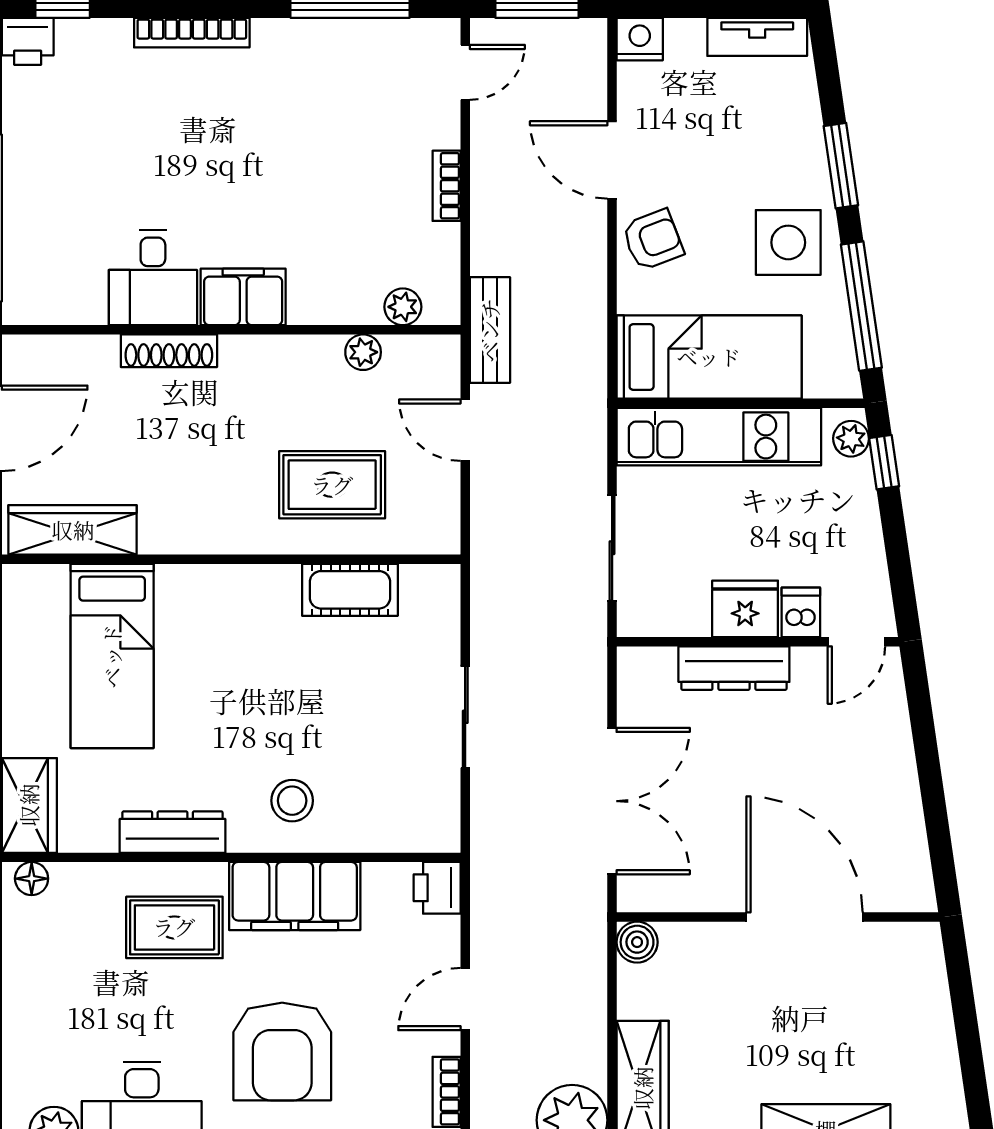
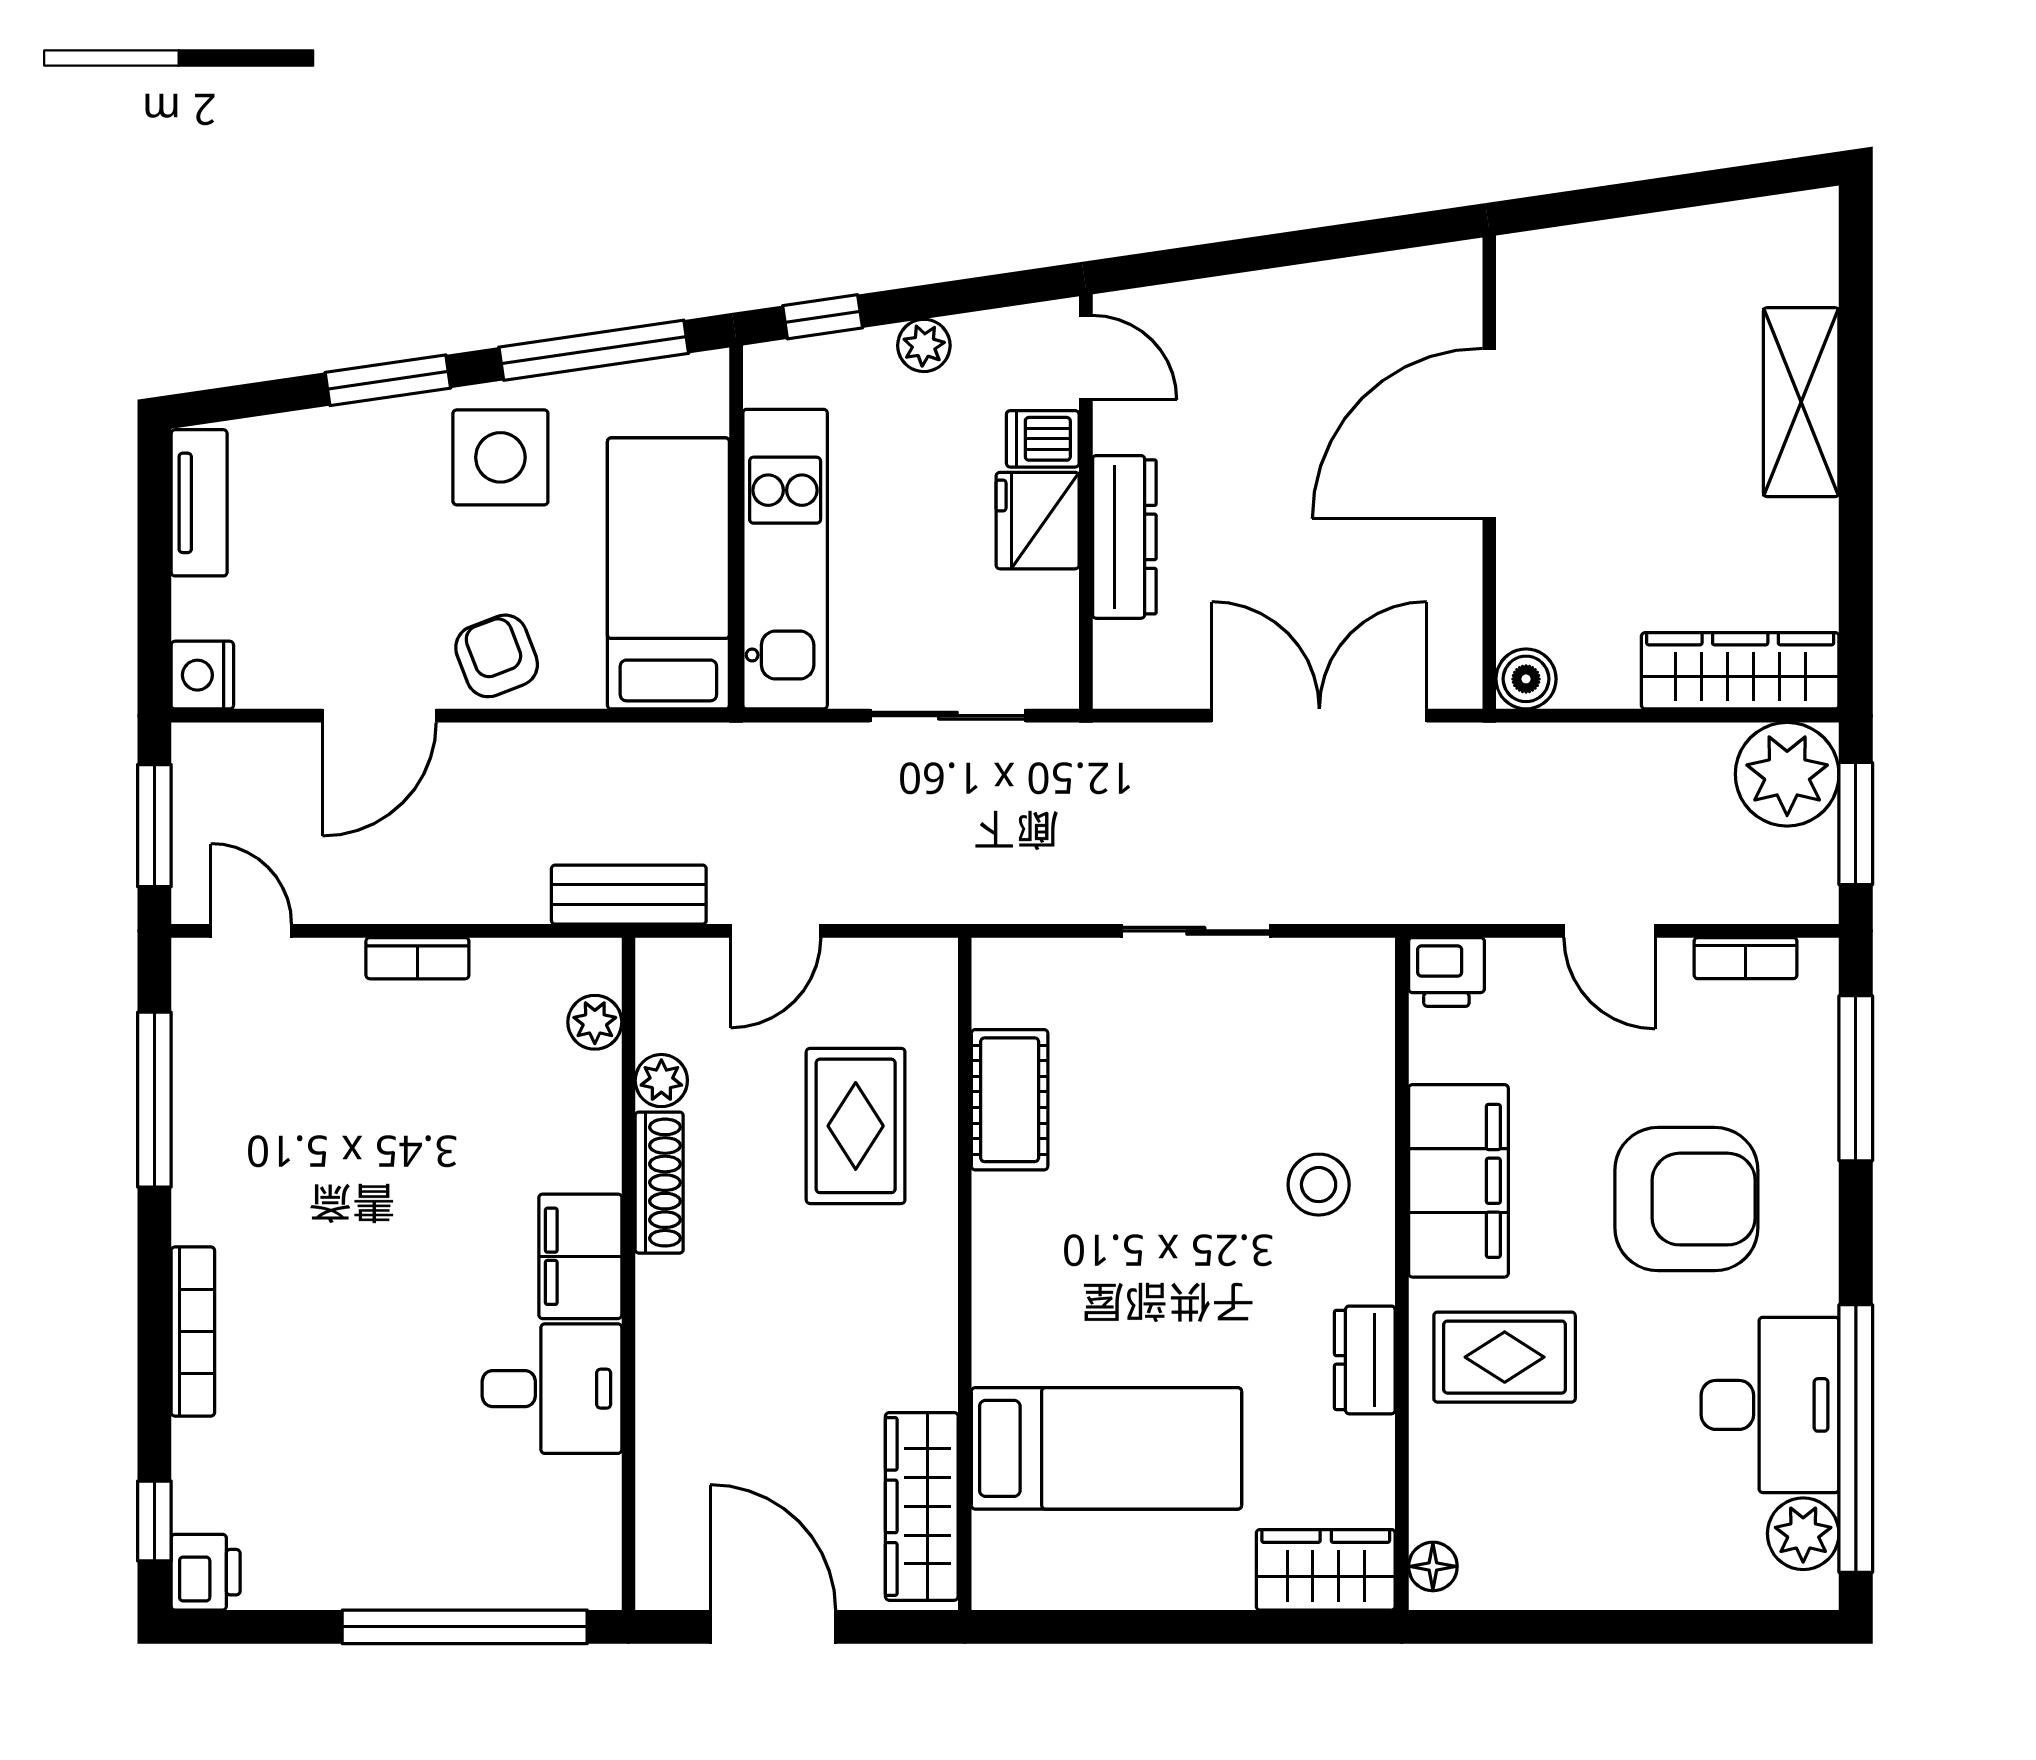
shoe rack: (169, 351) -> (659, 1183), moved
plant: (851, 439) -> (924, 345), moved
dresser: (172, 832) -> (1365, 1360), width x0.70
rug: (174, 927) -> (1505, 1357), turned 90

